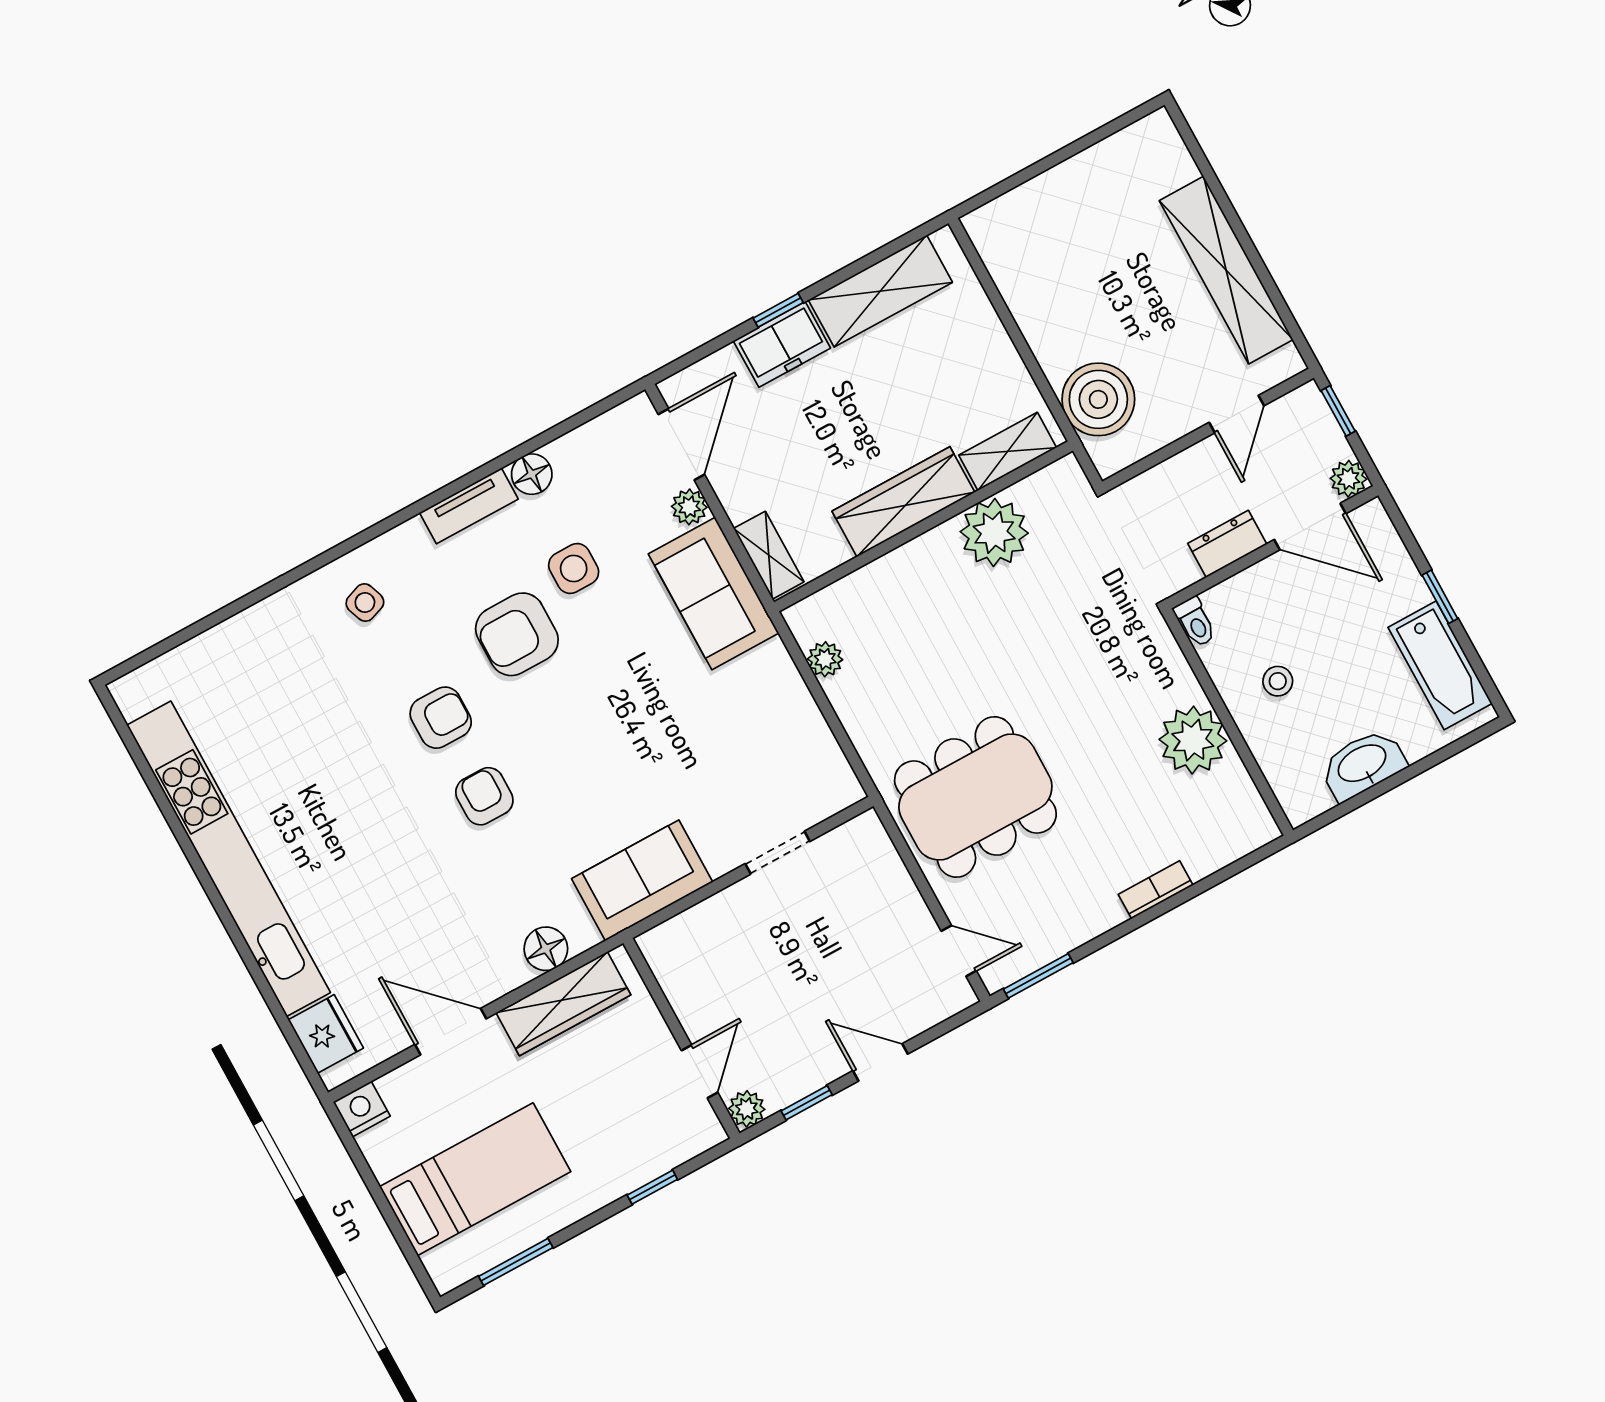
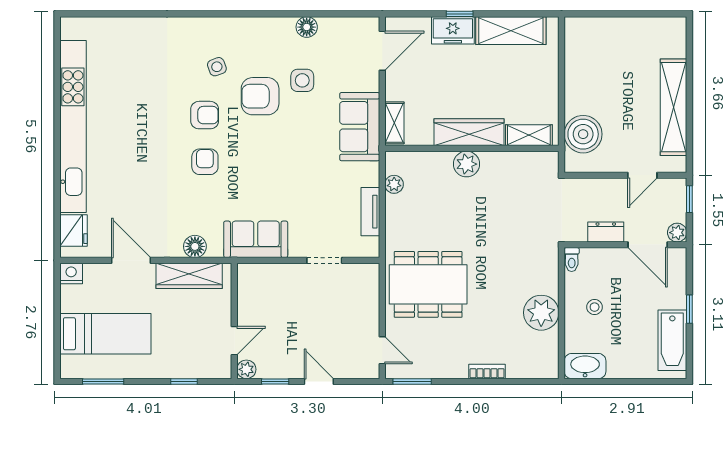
tv unit: (469, 506) -> (370, 212), moved, turned 90
plant: (689, 507) -> (370, 81), removed
plant: (994, 532) -> (466, 164), moved, width x0.73, depth x0.73
side table: (365, 603) -> (217, 67), moved
washbasin: (1363, 764) -> (585, 366), moved

